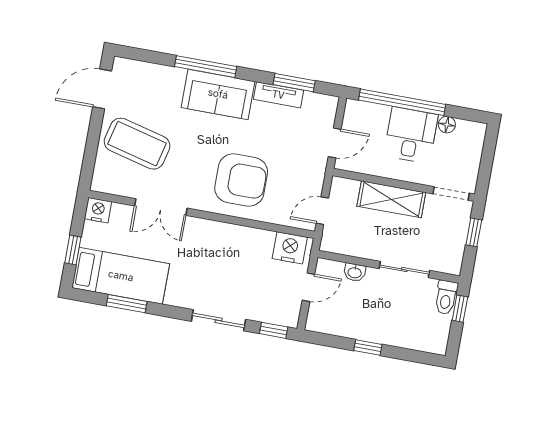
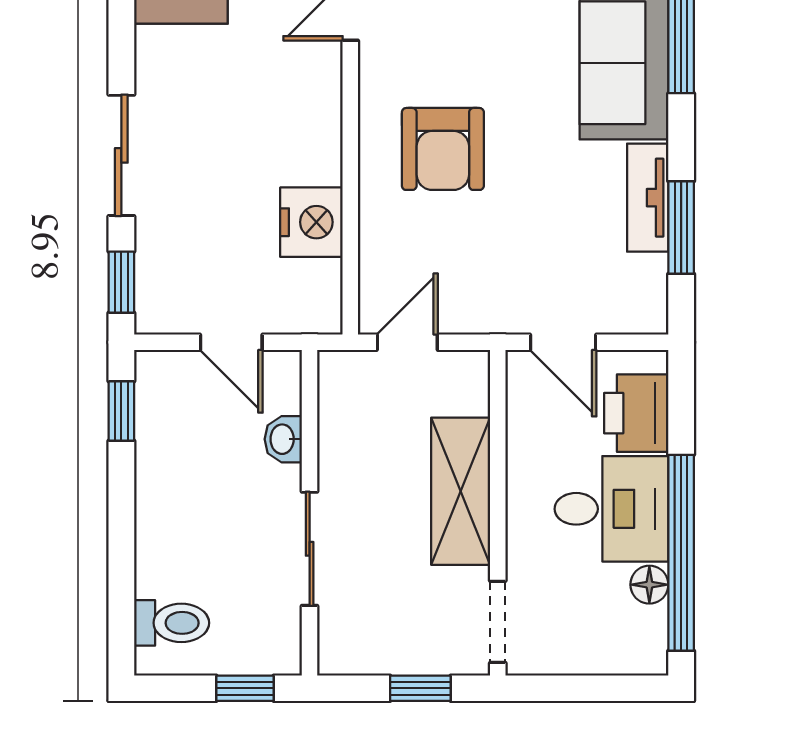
window: (402, 102) -> (681, 553), moved
printer: (371, 117) -> (636, 413), added
armchair: (241, 180) -> (443, 149), width x0.73, depth x0.73
door: (322, 211) -> (407, 342), hinge flipped
nightstand: (290, 248) -> (311, 222), moved
toilet: (446, 297) -> (172, 623), moved, turned 180
window: (368, 347) -> (121, 411), moved

